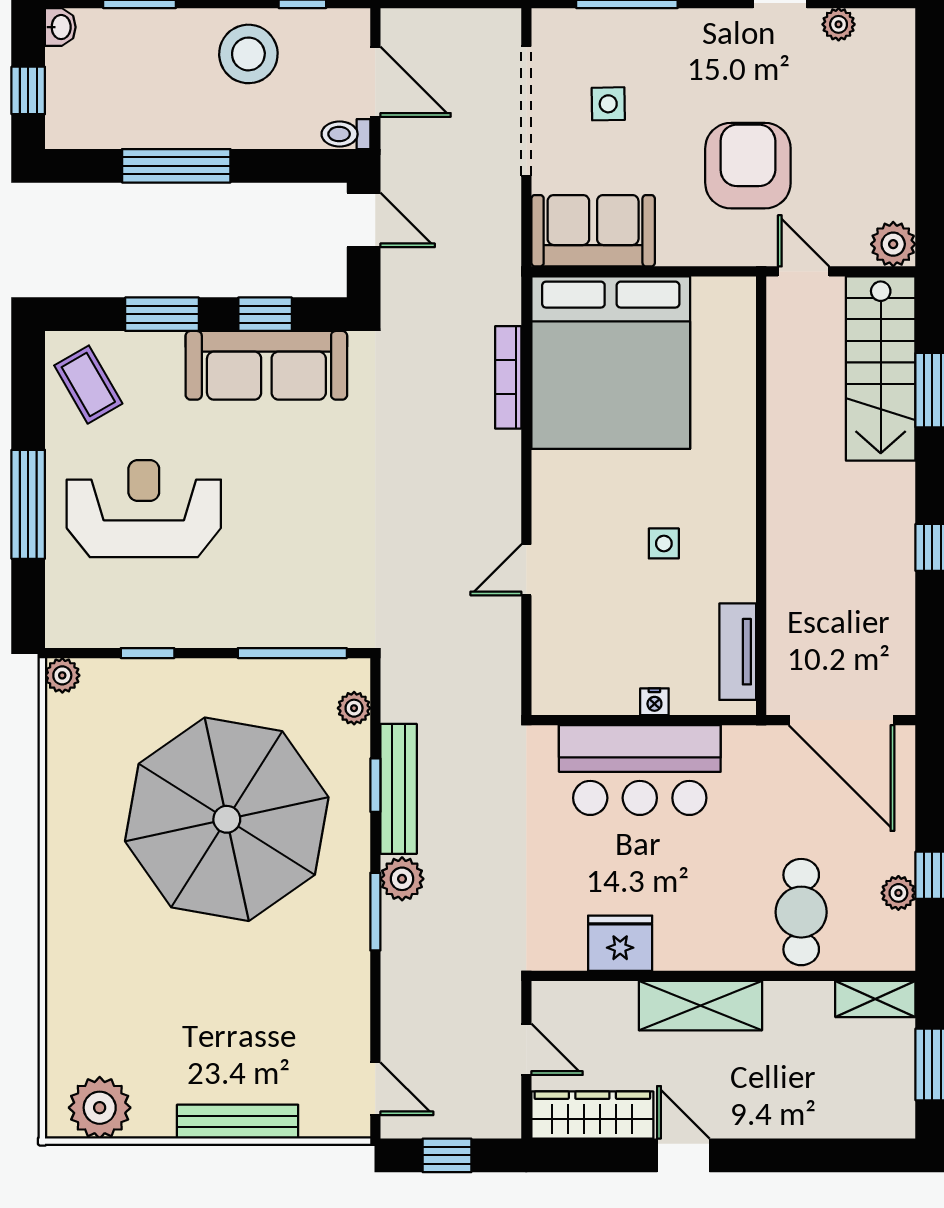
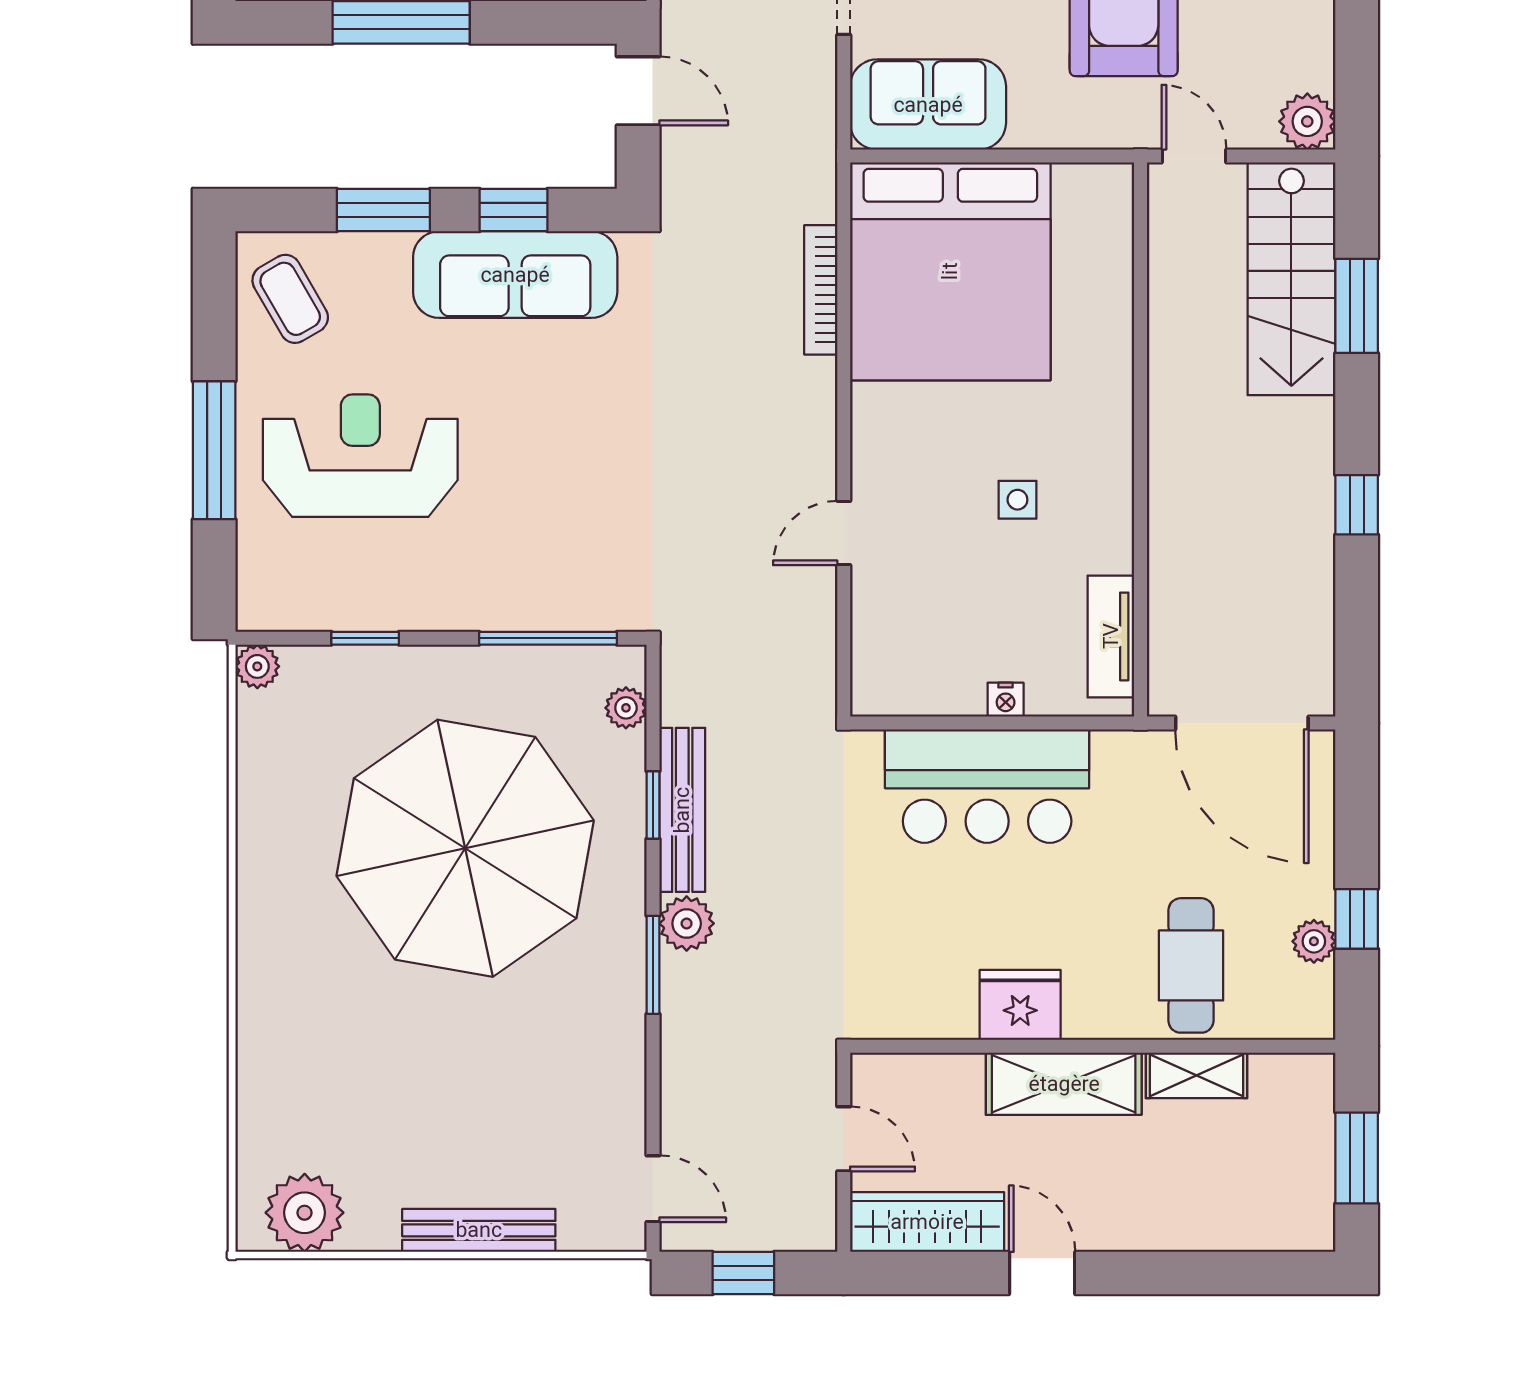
fridge: (620, 943) -> (1020, 1005), moved
shelving: (875, 999) -> (1197, 1075), moved

